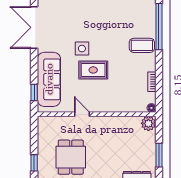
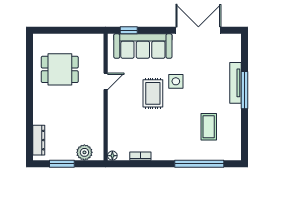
coffee table: (142, 45) -> (209, 127), moved
plant: (148, 123) -> (84, 152), moved
window: (34, 163) -> (54, 30), removed

